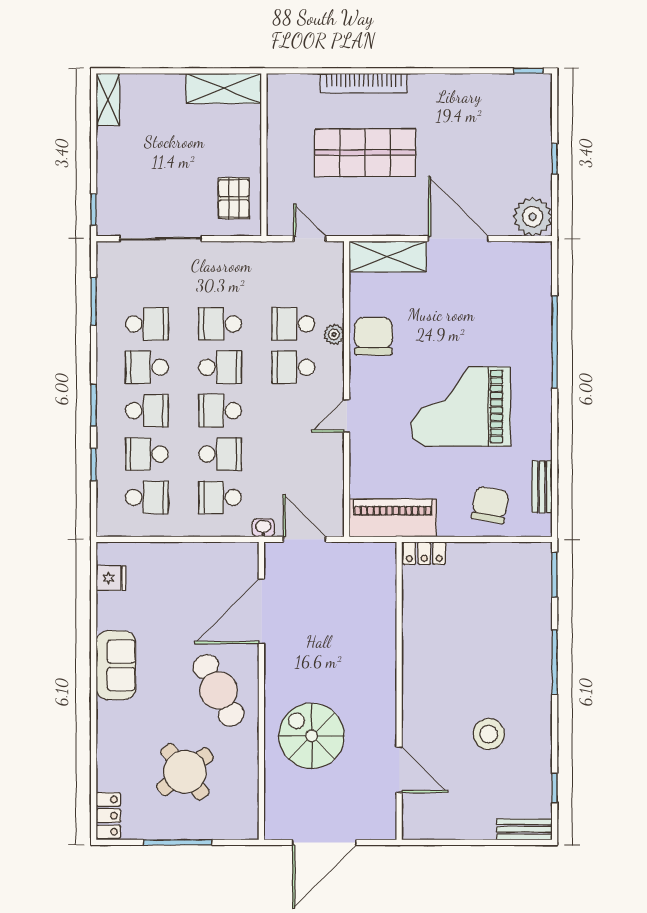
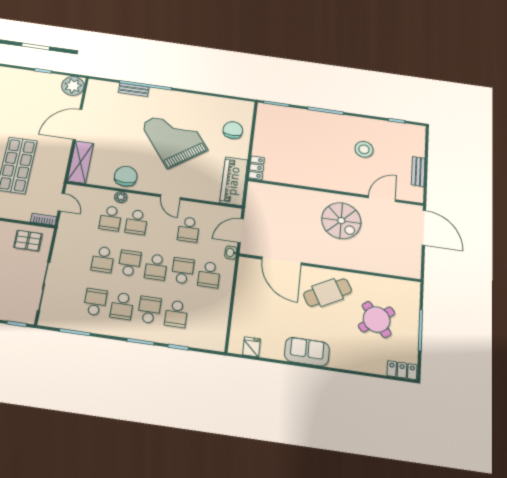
bookcase: (275, 216) -> (44, 219), added
door: (310, 239) -> (61, 202), swing flipped
chair: (373, 336) -> (126, 176), turned 90
grand piano: (461, 406) -> (174, 137), turned 144
bench: (542, 487) -> (134, 90), moved
school desk: (147, 497) -> (189, 229), moved, turned 180
chair: (490, 505) -> (233, 130), turned 80
spiral stairs: (312, 736) -> (341, 221), moved, turned -90
bench: (524, 829) -> (418, 171), moved
door: (324, 842) -> (424, 228), moved

